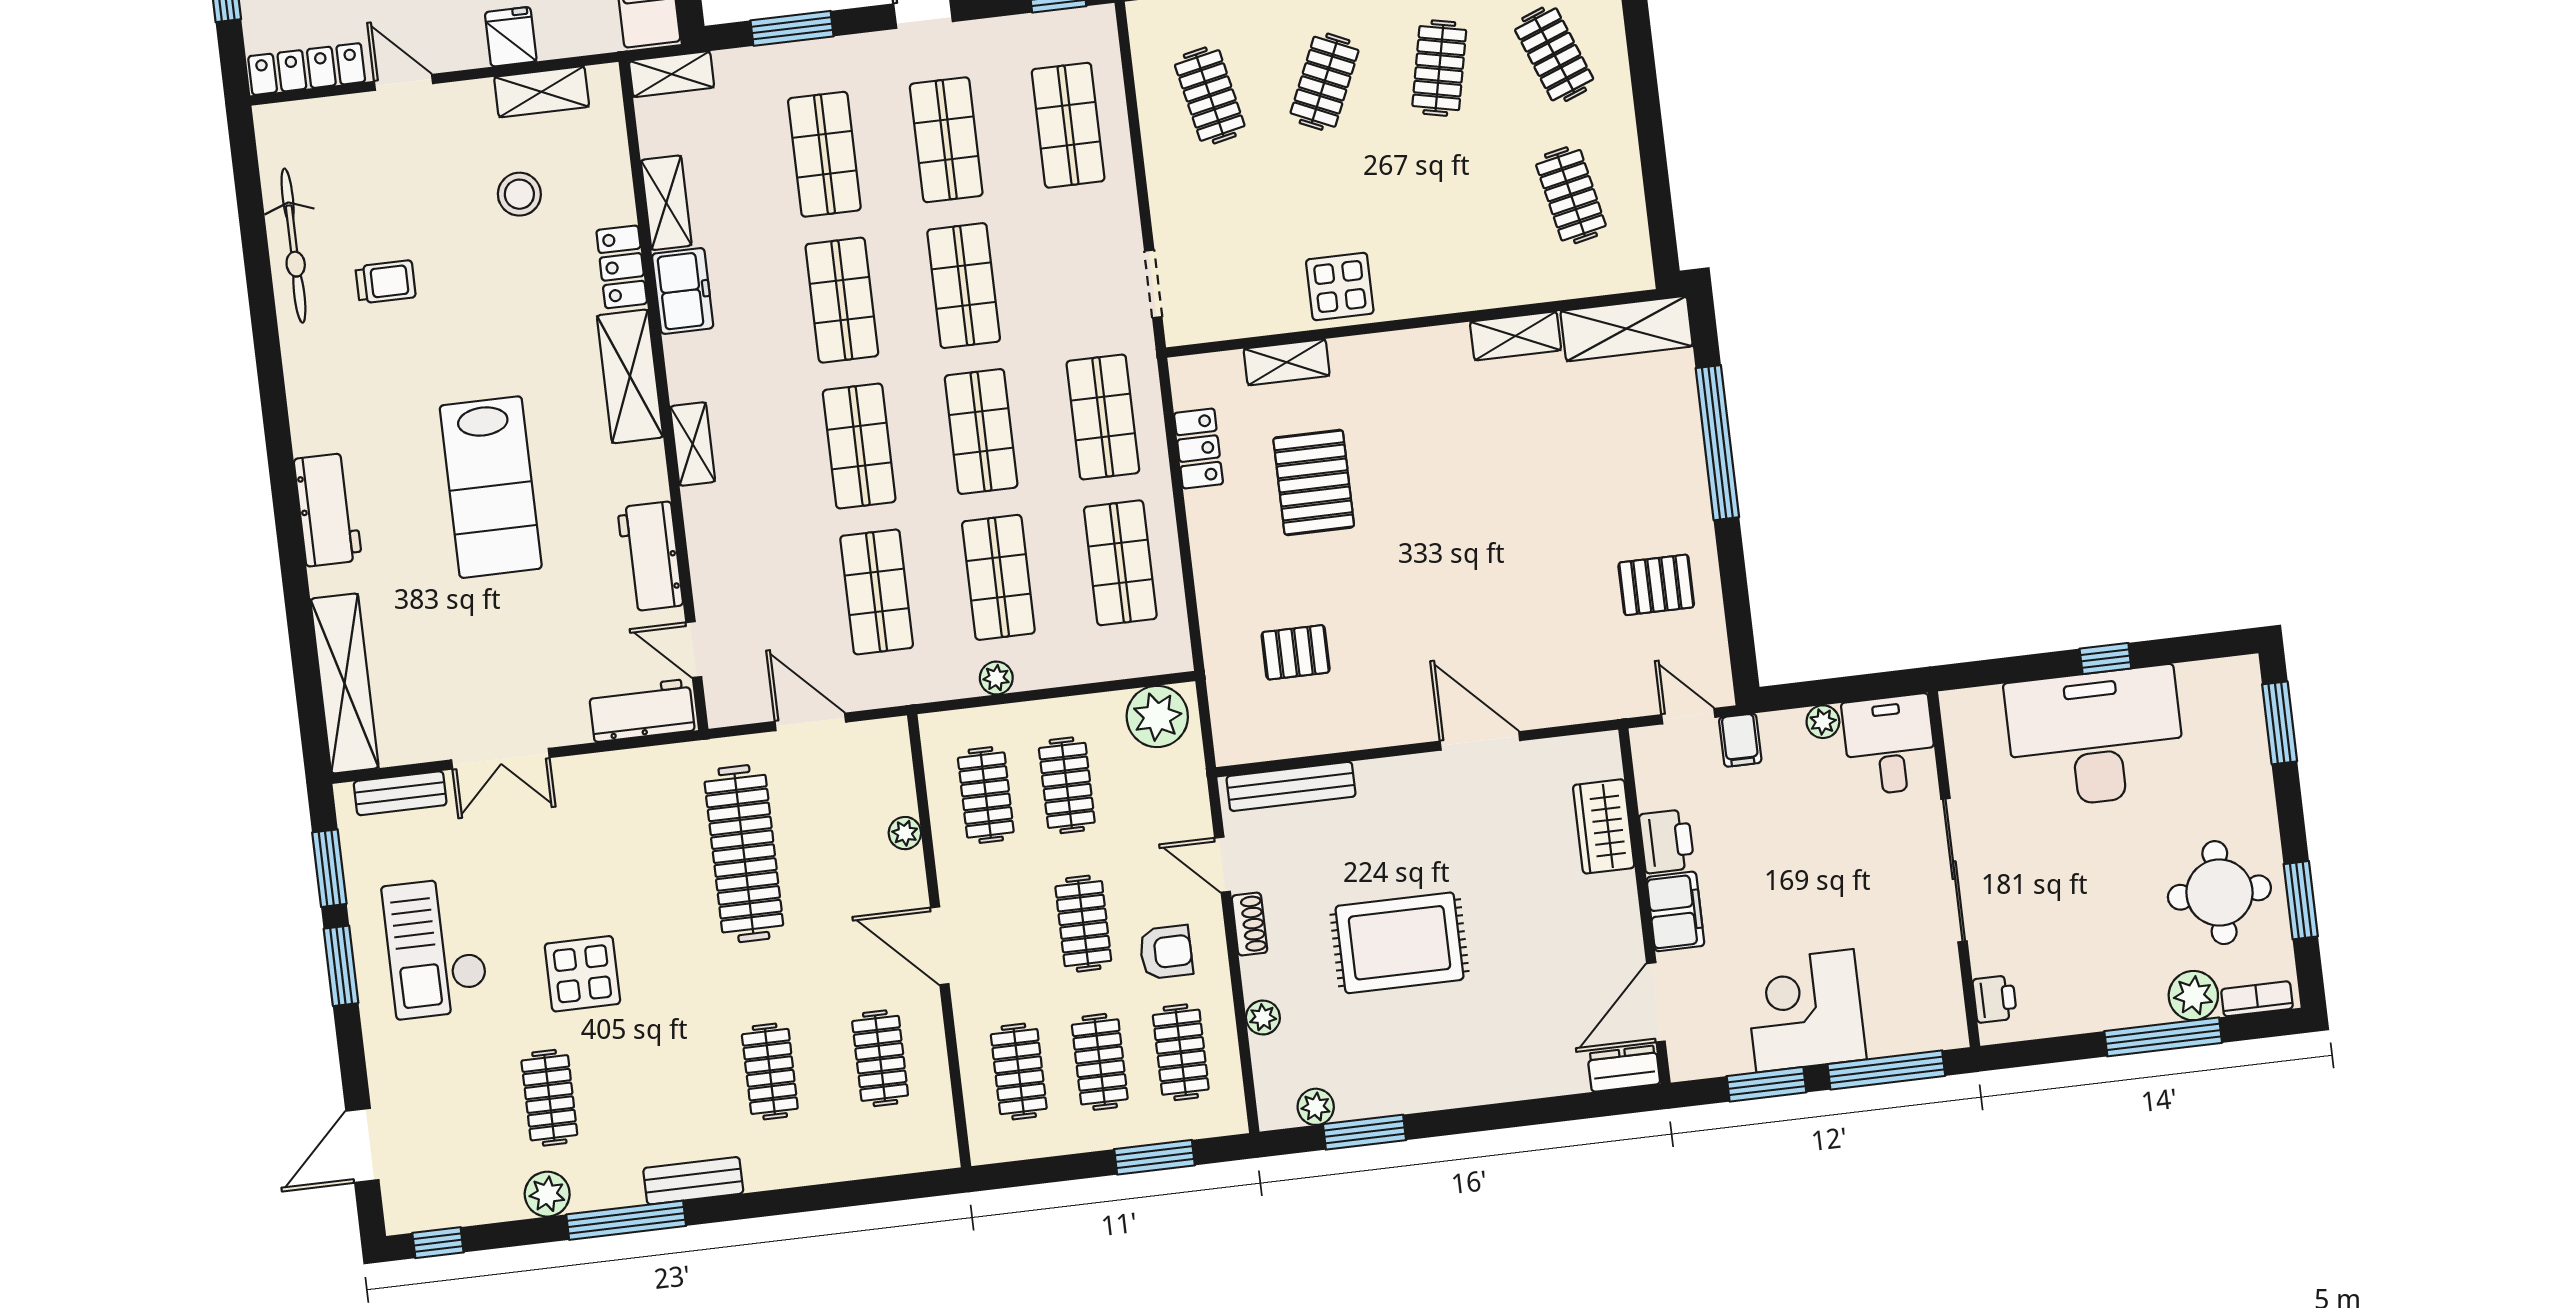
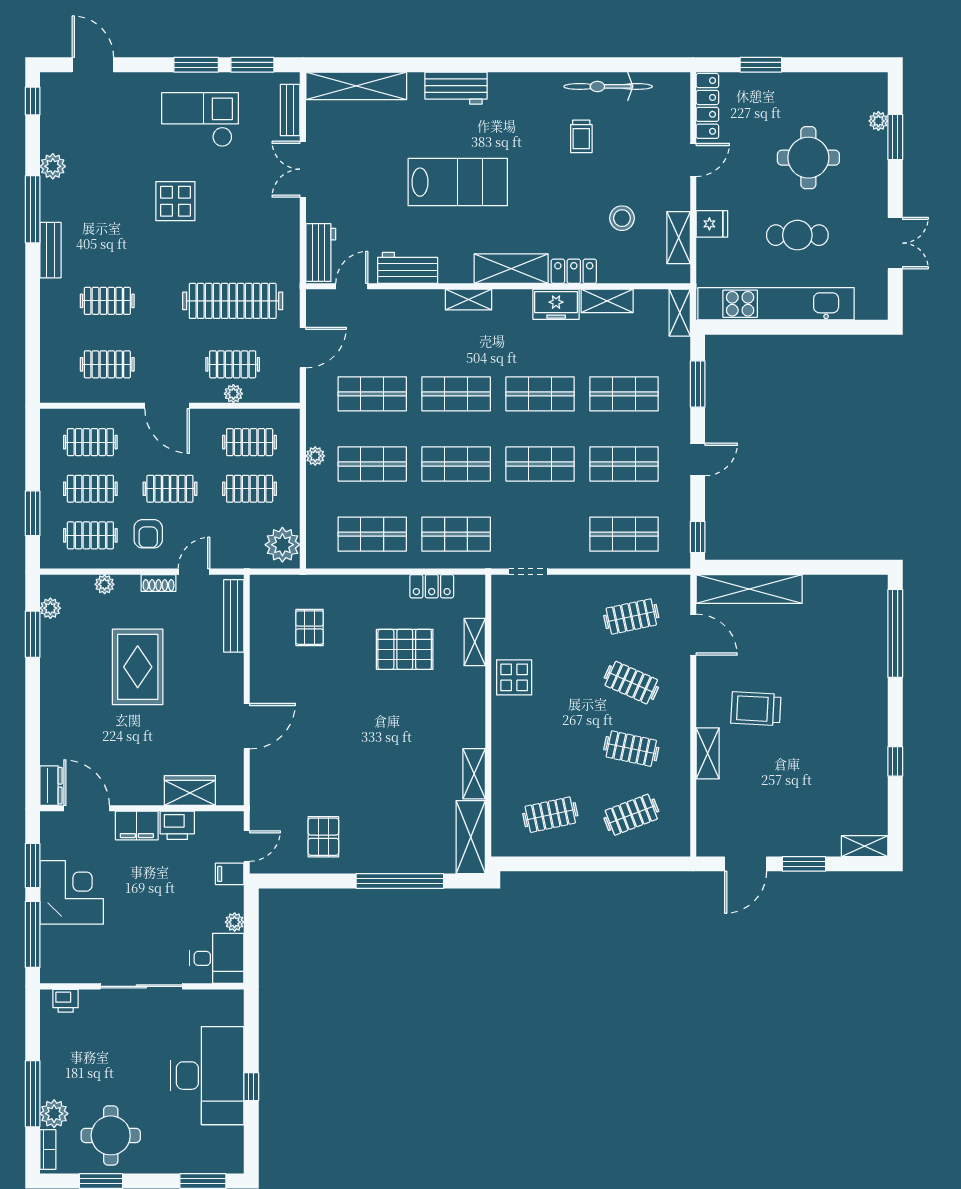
lab bench: (491, 487) -> (458, 182), turned 180
door: (940, 946) -> (167, 406), swing flipped
clothes rail: (549, 1098) -> (233, 364), moved

